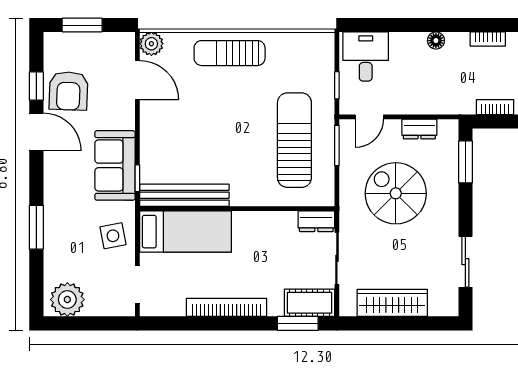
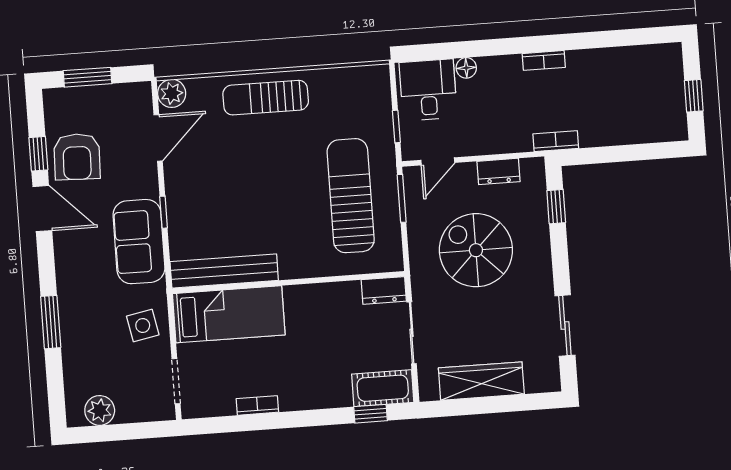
bookcase: (488, 39) -> (544, 60), moved
floor lamp: (436, 41) -> (466, 68), moved
door: (137, 80) -> (158, 138), hinge flipped
bookcase: (495, 107) -> (556, 141), moved
window: (465, 162) -> (556, 207), width x0.67
window: (137, 178) -> (164, 212), moved
plant: (67, 300) -> (100, 410), width x0.73, depth x0.73
bookcase: (226, 307) -> (257, 405), width x0.43, depth x0.76
window: (298, 323) -> (371, 414), width x0.67

